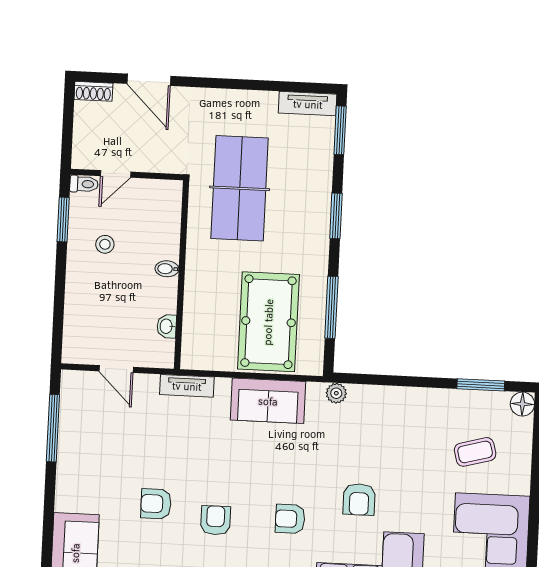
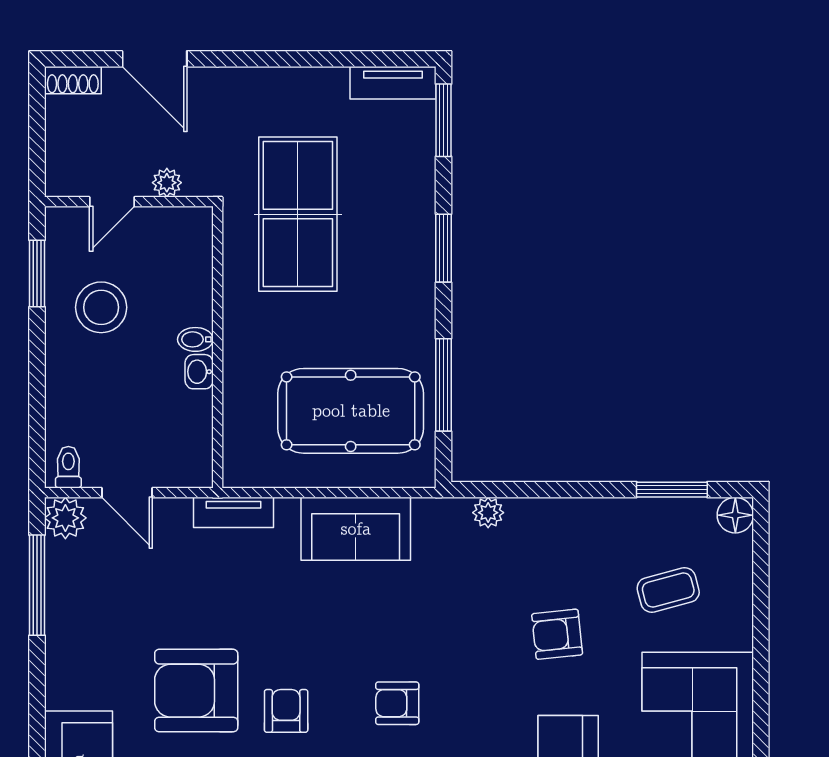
plant: (153, 163) -> (167, 183), added
toilet: (84, 184) -> (68, 467), moved, turned -90
stool: (105, 244) -> (101, 307), width x1.89, depth x1.89
pool table: (268, 322) -> (351, 411), turned 90
washbasin: (167, 326) -> (199, 372), moved
plant: (74, 384) -> (65, 518), added
plant: (336, 393) -> (488, 513), moved
armchair: (359, 499) -> (557, 634), moved, turned 84
armchair: (156, 504) -> (196, 691), width x1.88, depth x1.88

